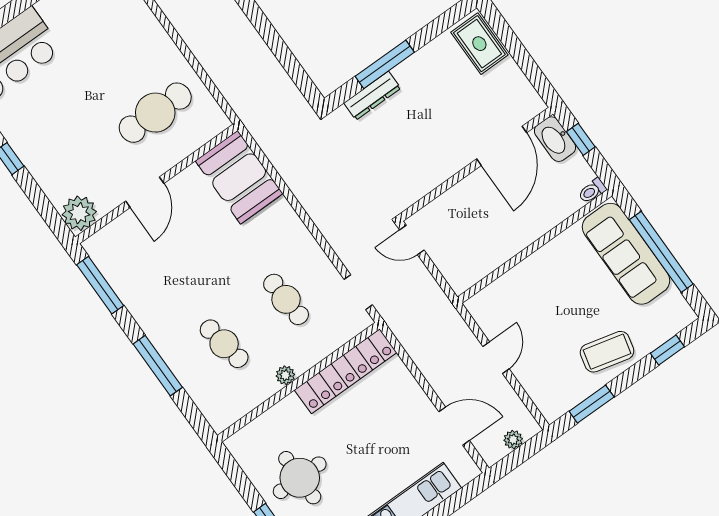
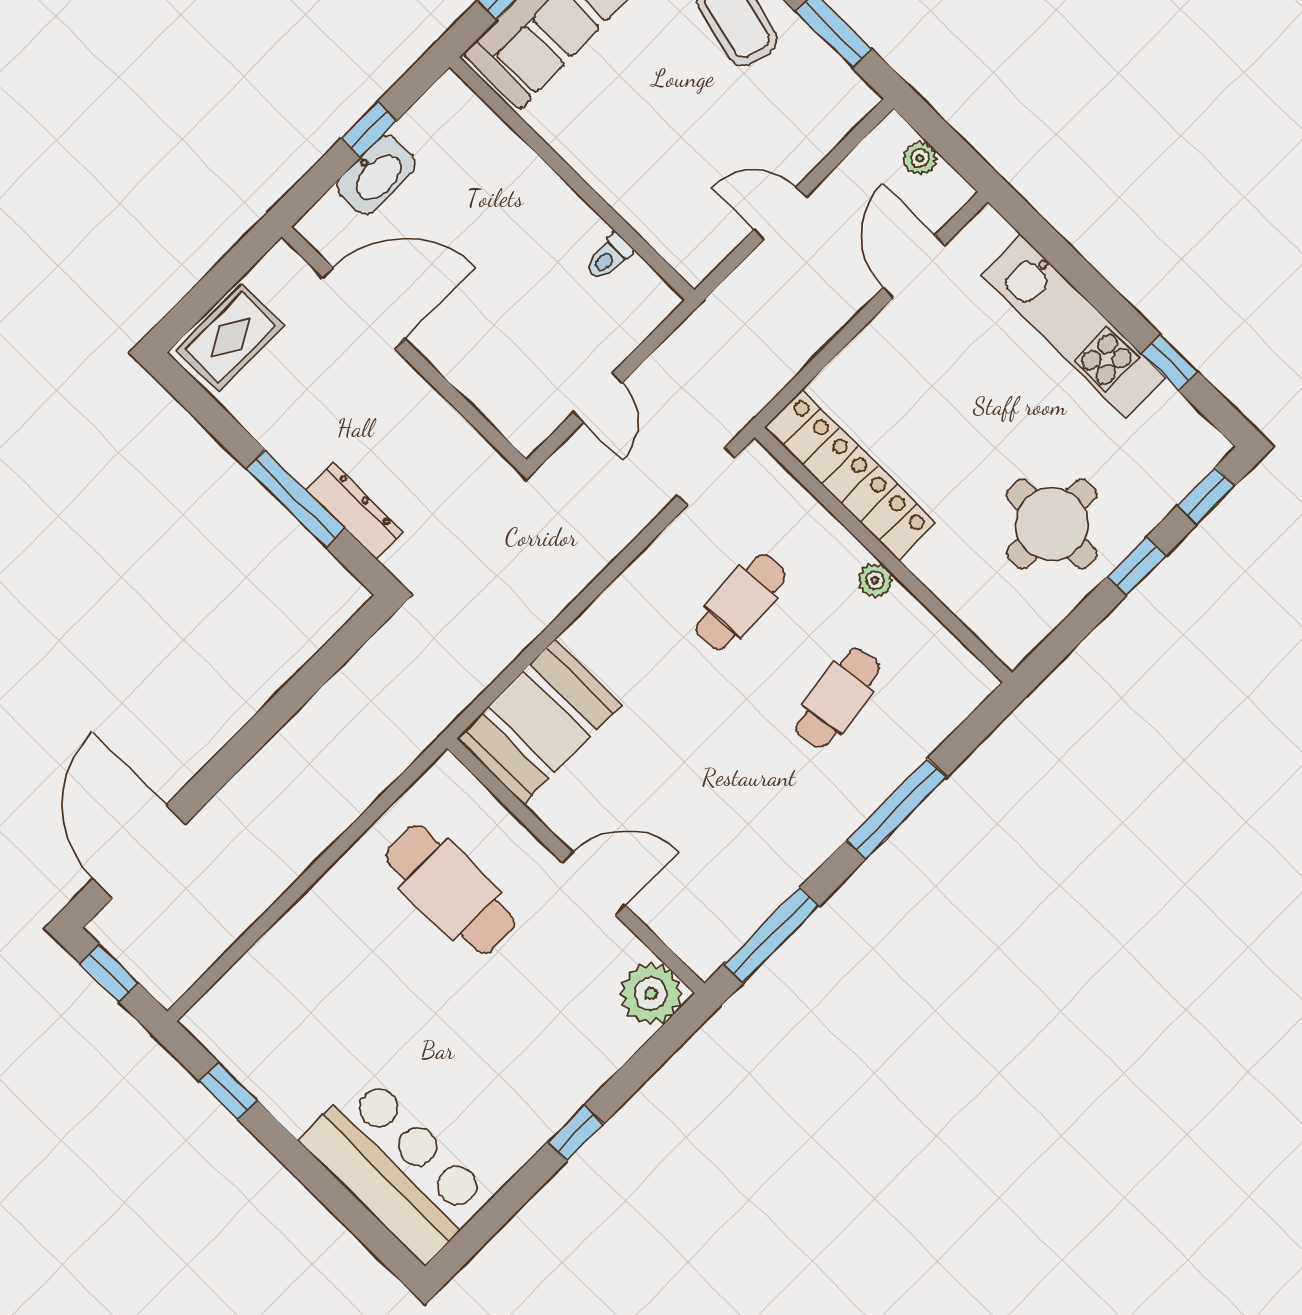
door: (502, 146) -> (364, 308), moved
wall: (476, 164) -> (404, 348), moved
toilet: (592, 191) -> (609, 257), moved, turned 90

